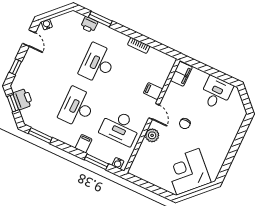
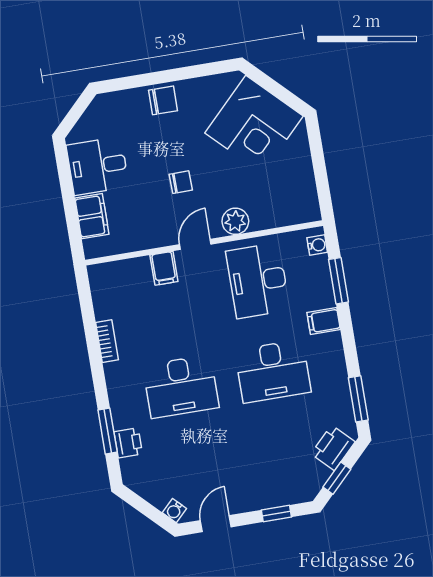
filing cabinet: (181, 74) -> (92, 216), moved, turned 90
printer: (23, 99) -> (333, 448), moved
desk: (120, 127) -> (258, 281), turned 180
chair: (225, 140) -> (163, 100), added

